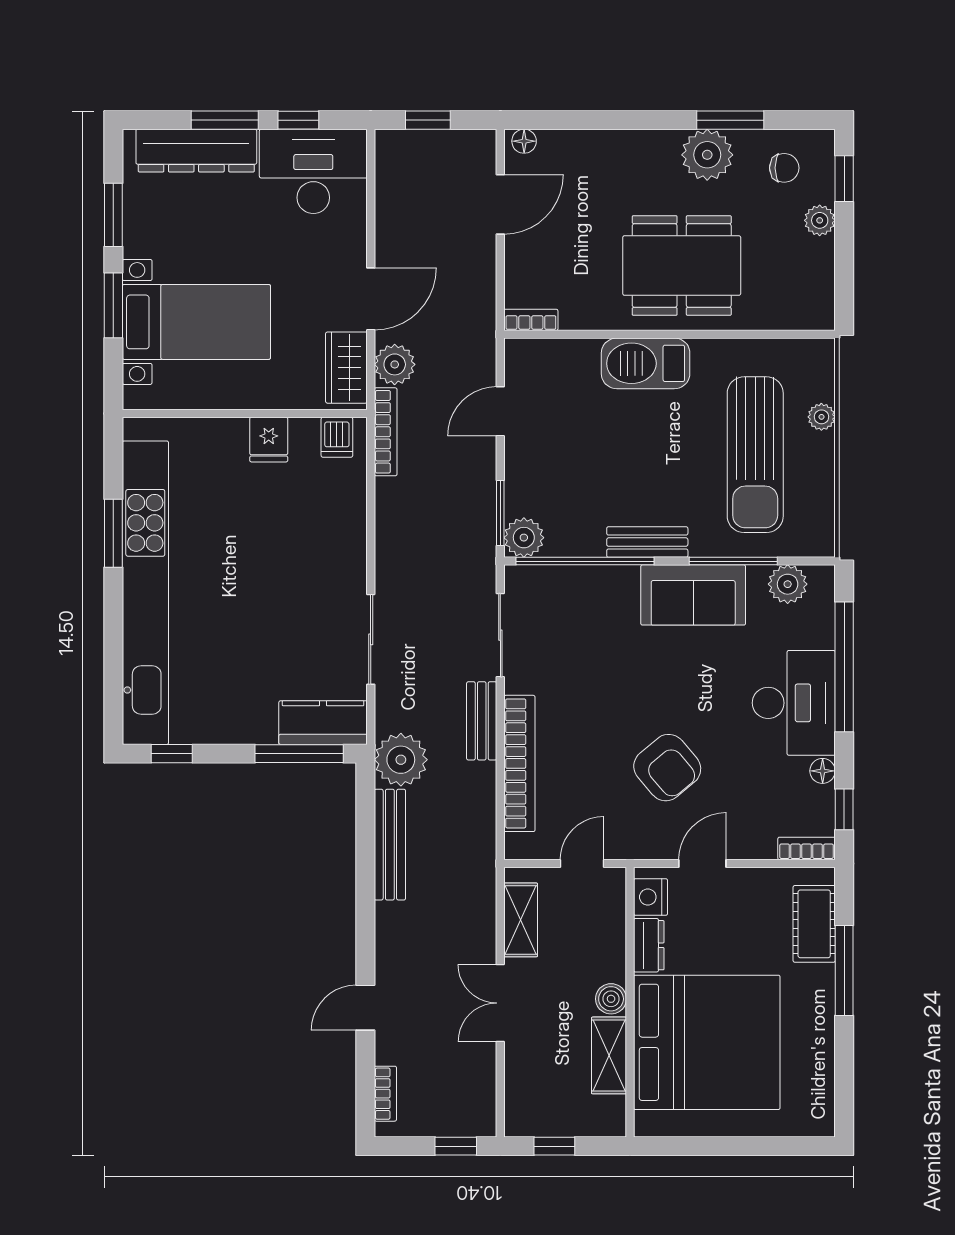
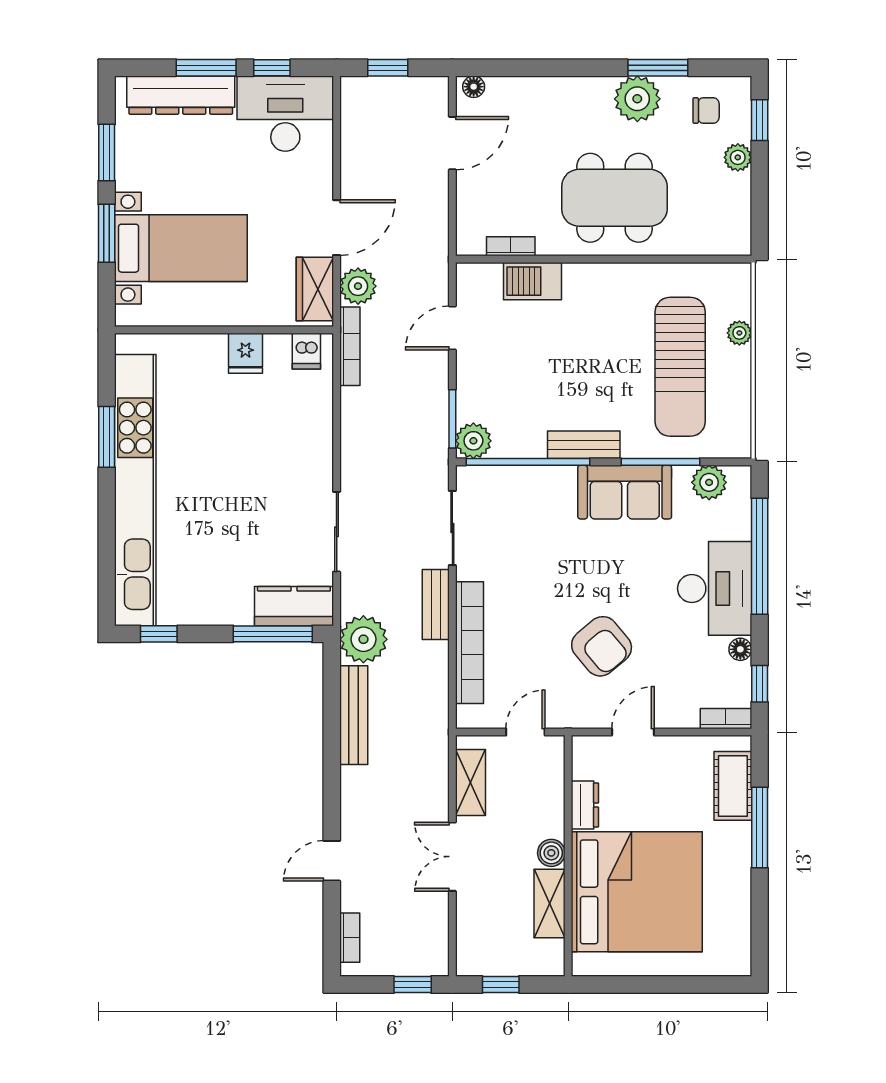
bookcase: (531, 320) -> (511, 246), moved
barbecue: (646, 363) -> (532, 281), moved, width x0.73, depth x0.83
nightstand: (650, 897) -> (587, 762), removed

